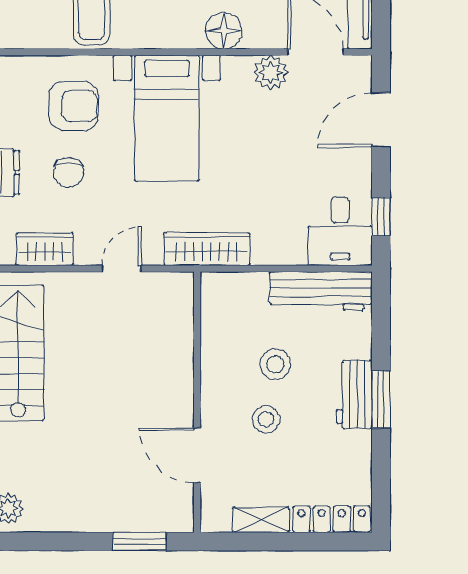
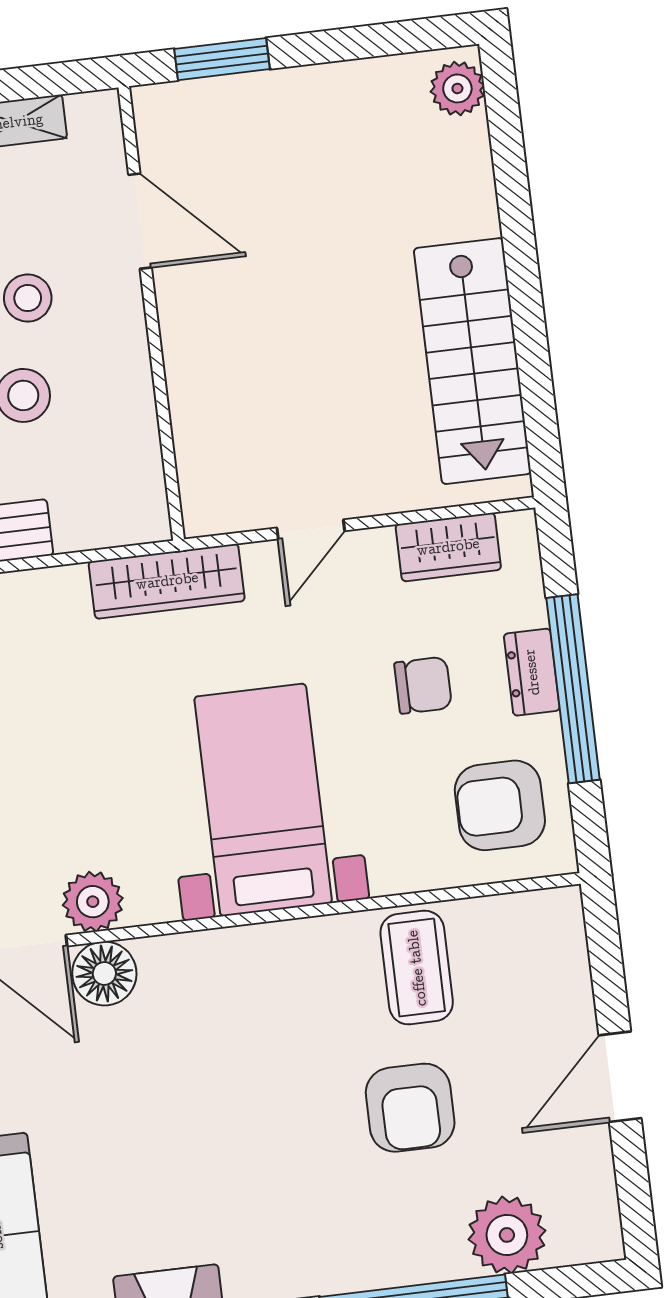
floor lamp: (224, 31) -> (104, 974), moved
armchair: (74, 106) -> (500, 805), moved
chair: (68, 173) -> (423, 685), turned 90

